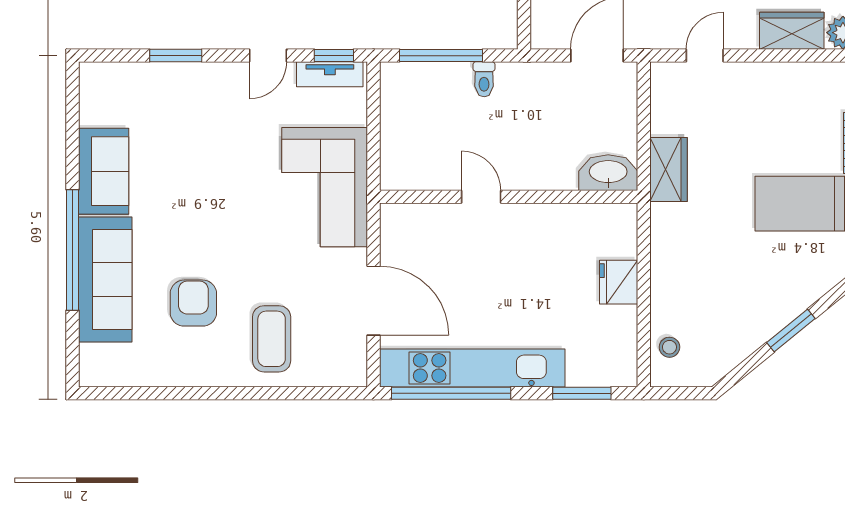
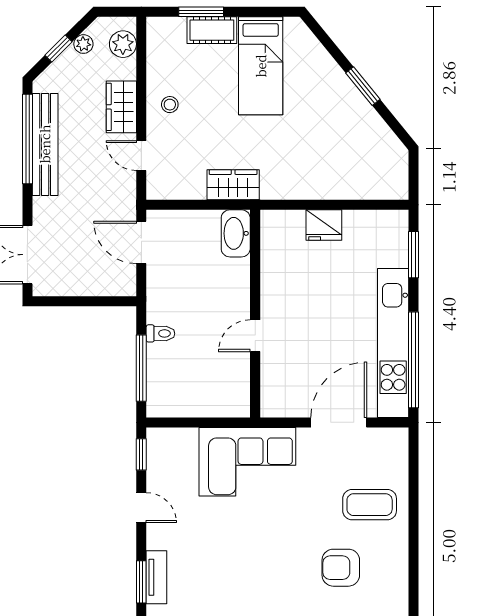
wardrobe: (792, 31) -> (121, 107), moved
tv unit: (330, 74) -> (156, 577), moved
stool: (669, 347) -> (170, 105), moved

